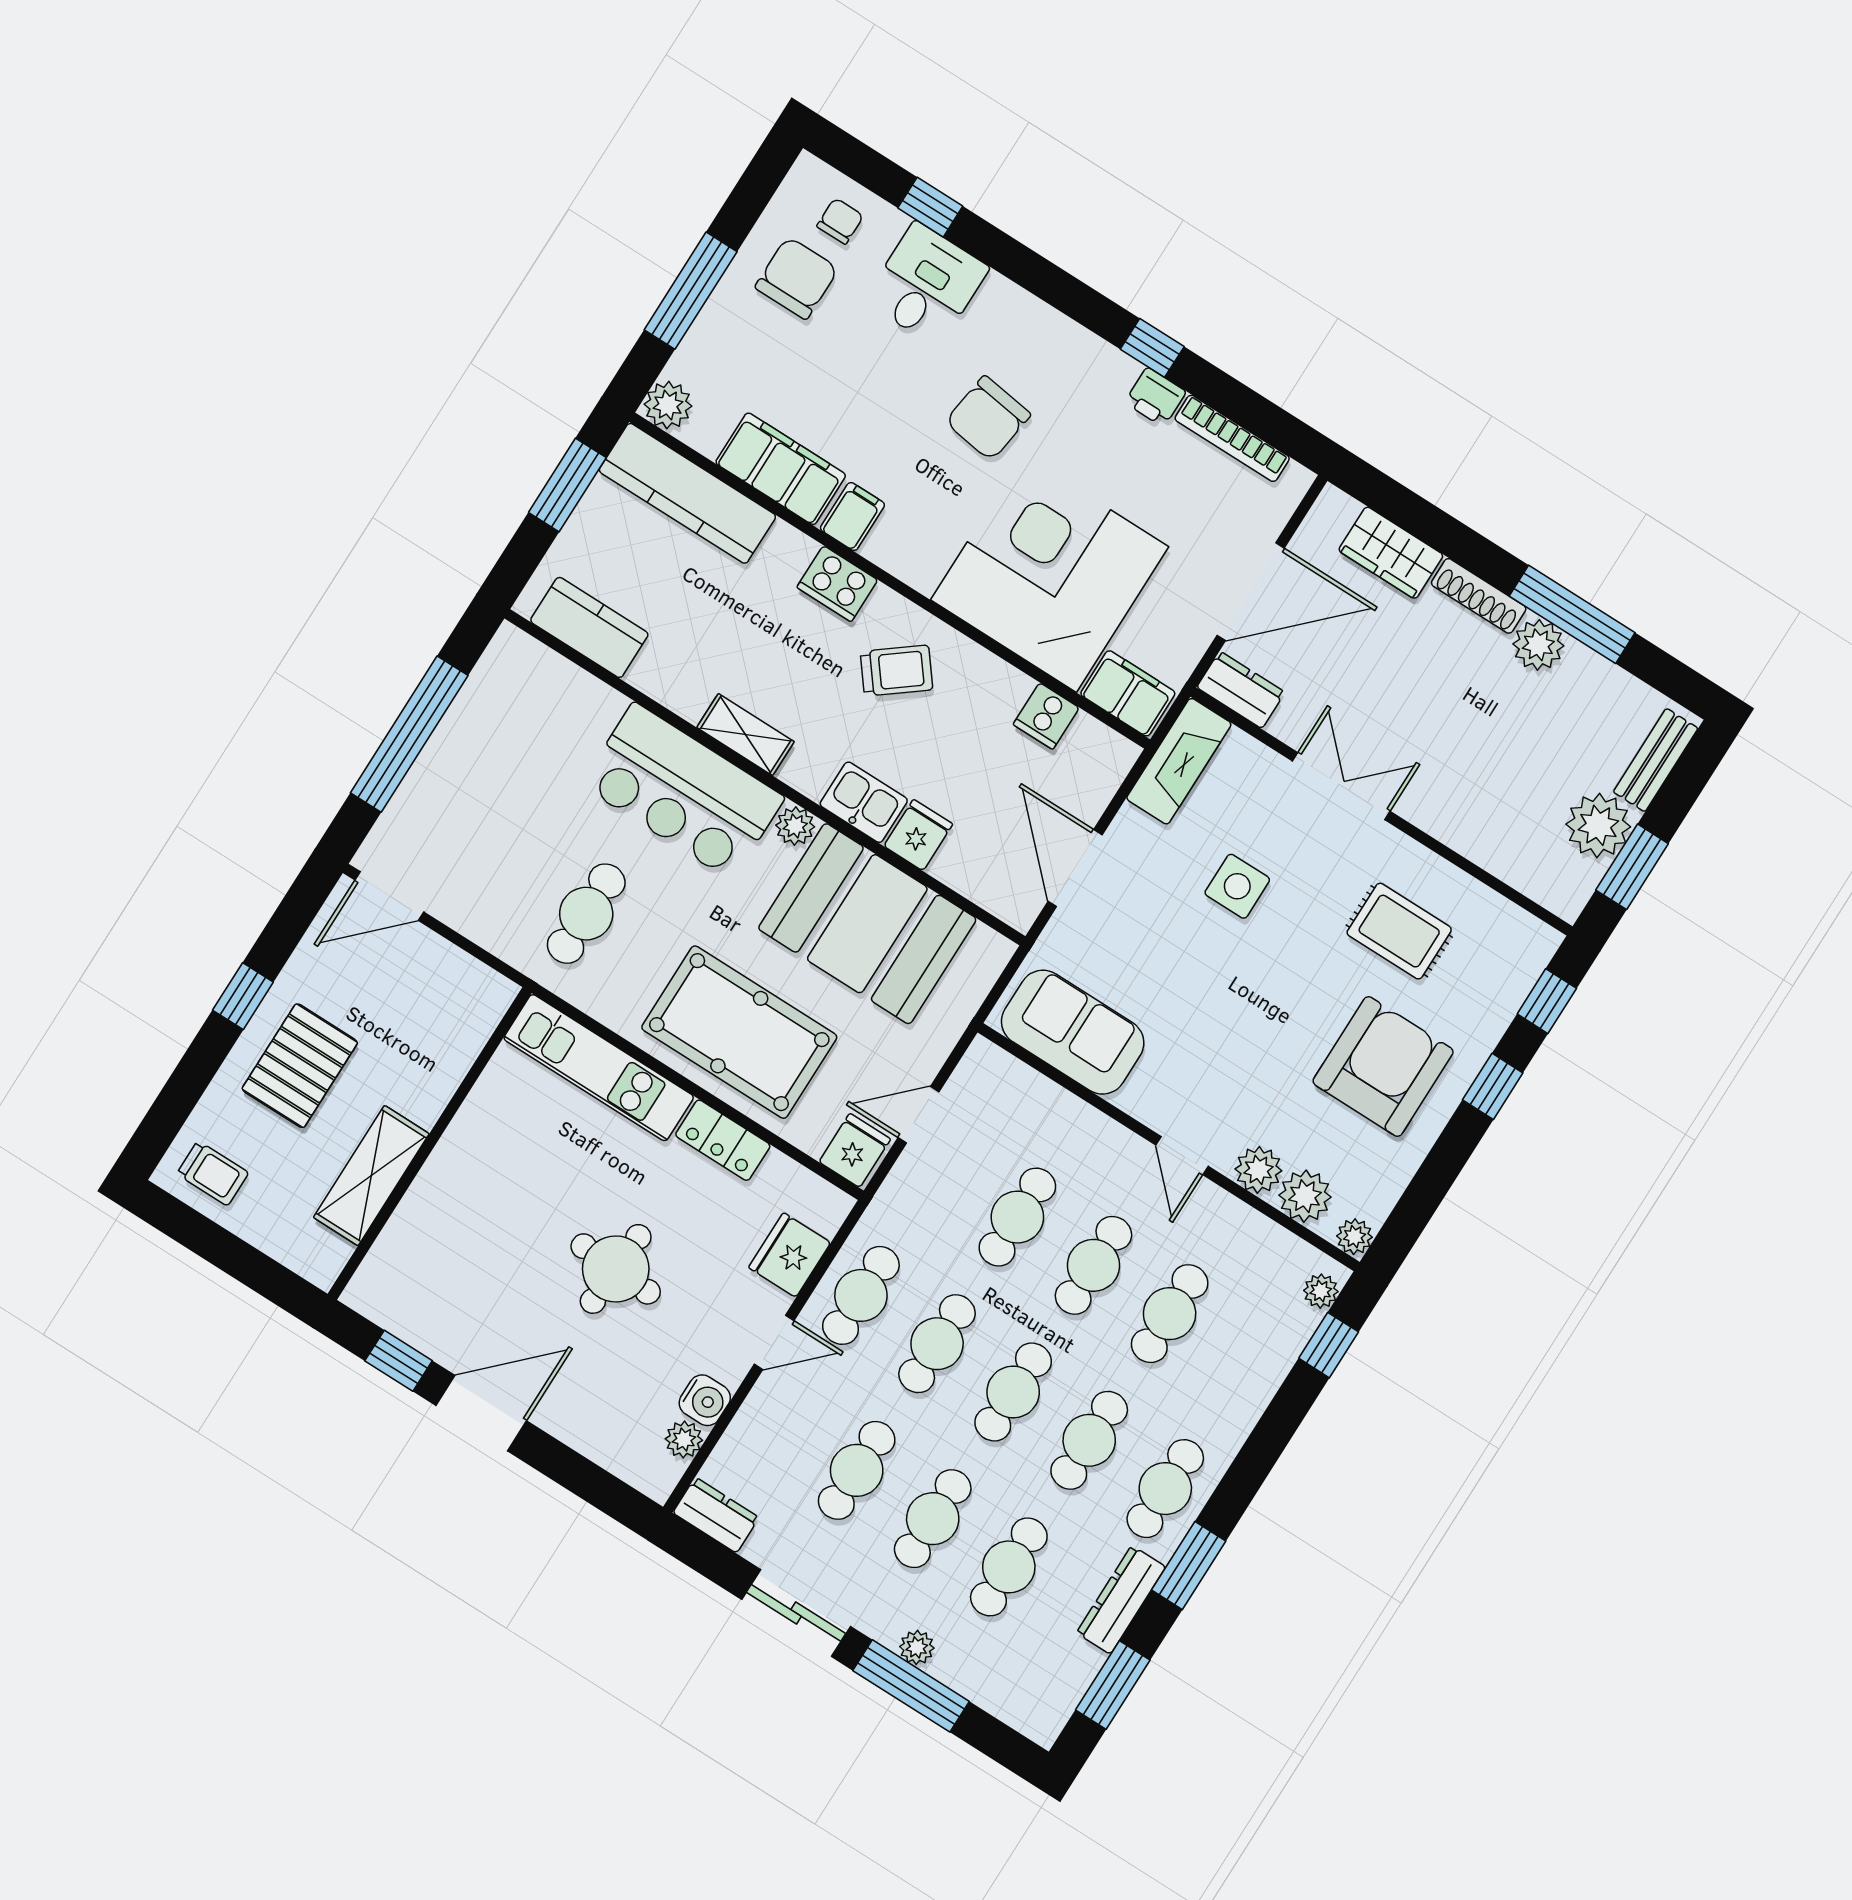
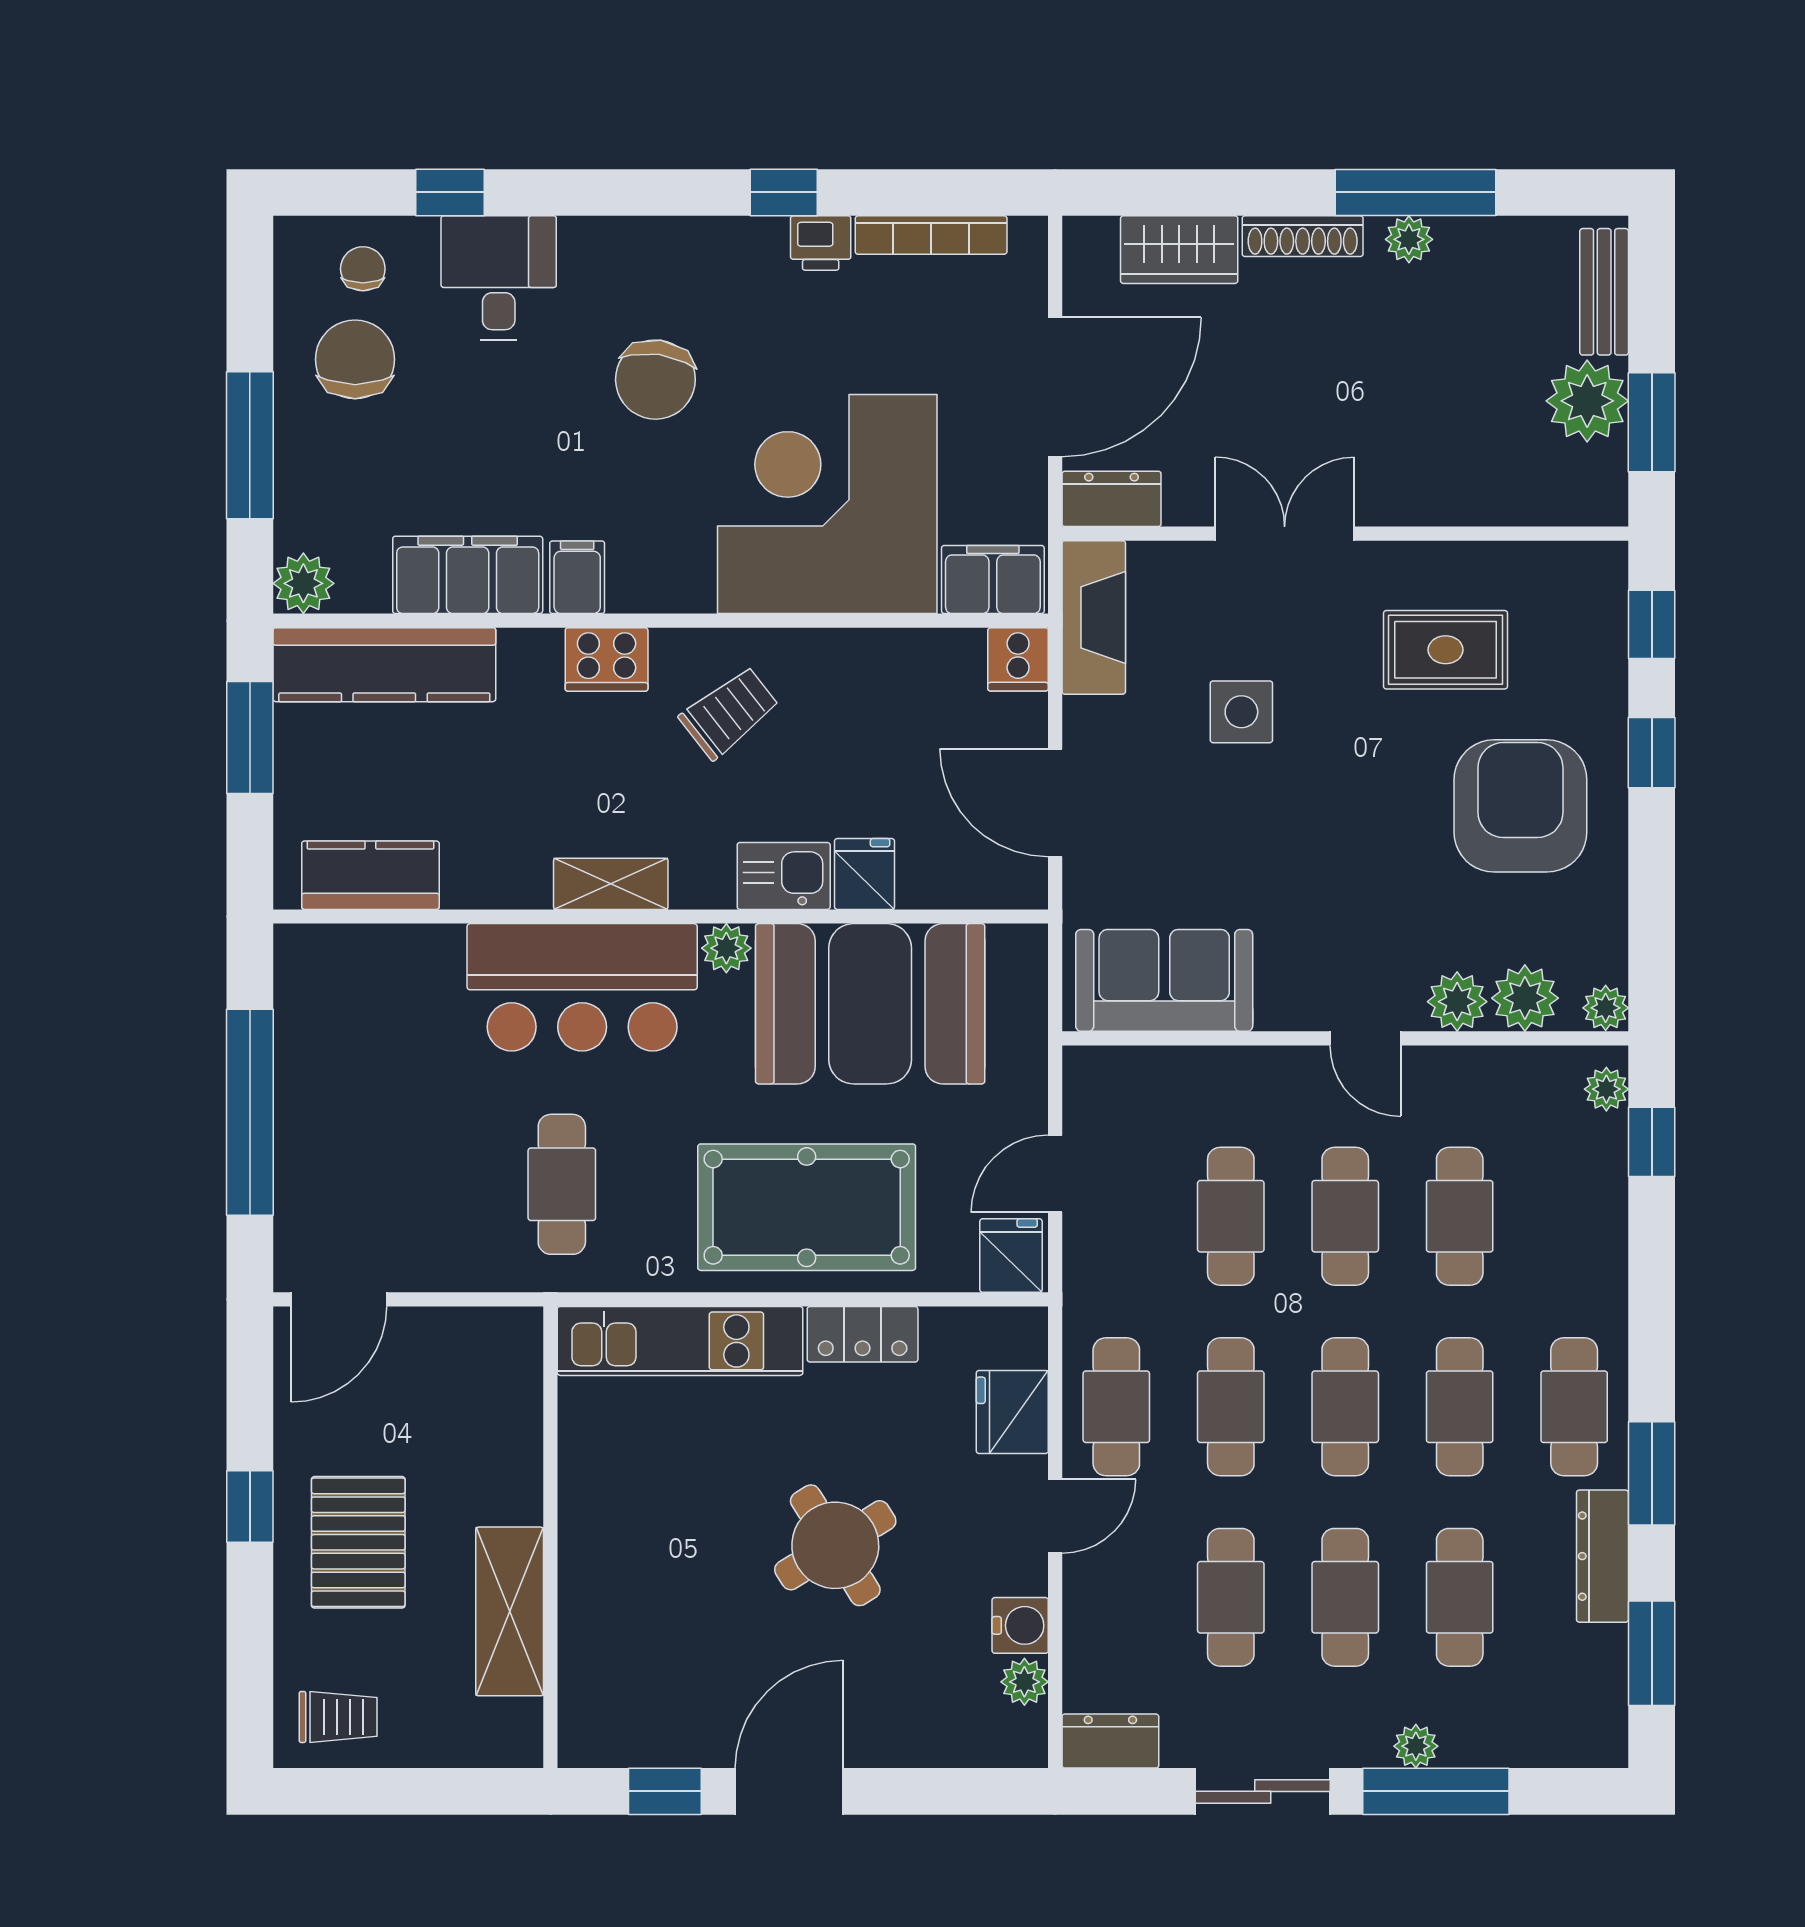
plant: (1538, 645) -> (1409, 239), width x0.73, depth x0.73
cooker: (1046, 716) -> (1018, 659), moved
round table: (616, 1269) -> (835, 1545), turned -35

